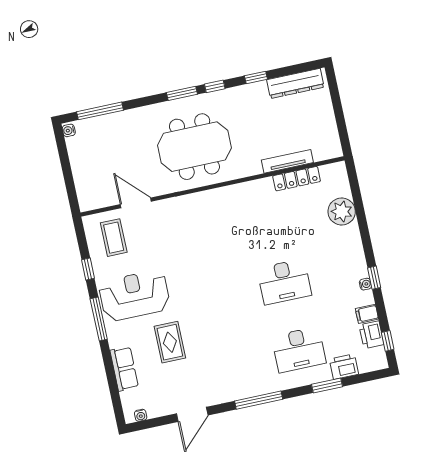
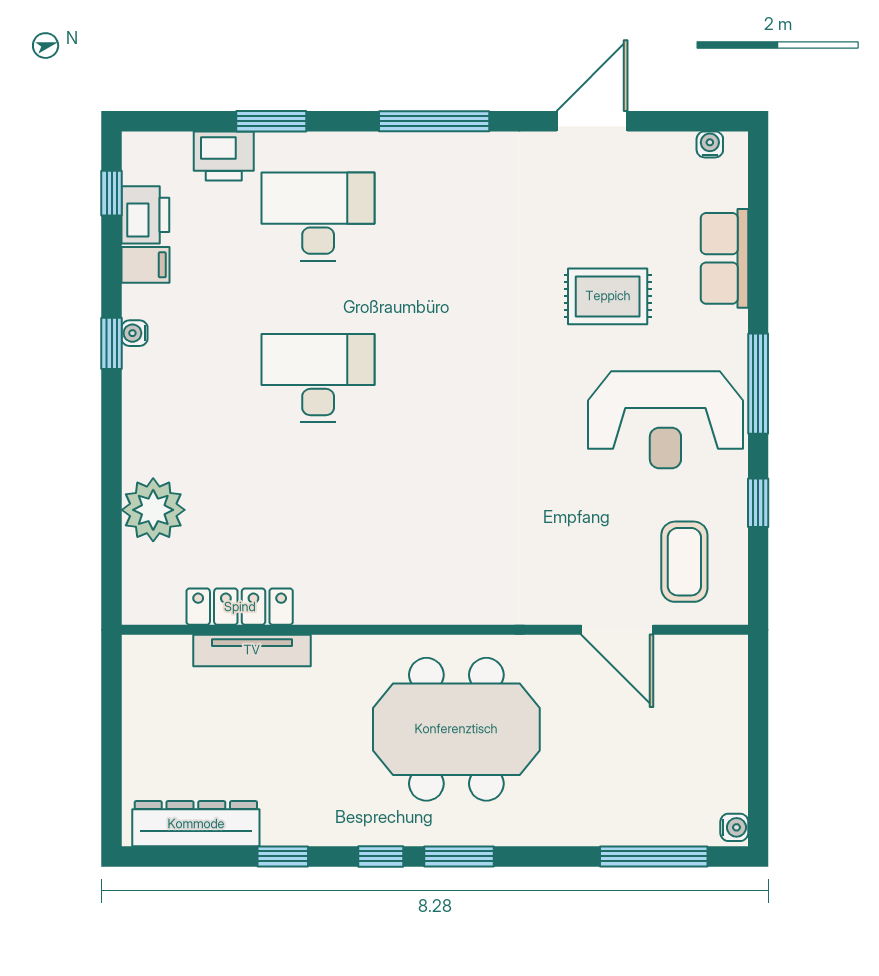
rug: (170, 342) -> (608, 296), turned 90

